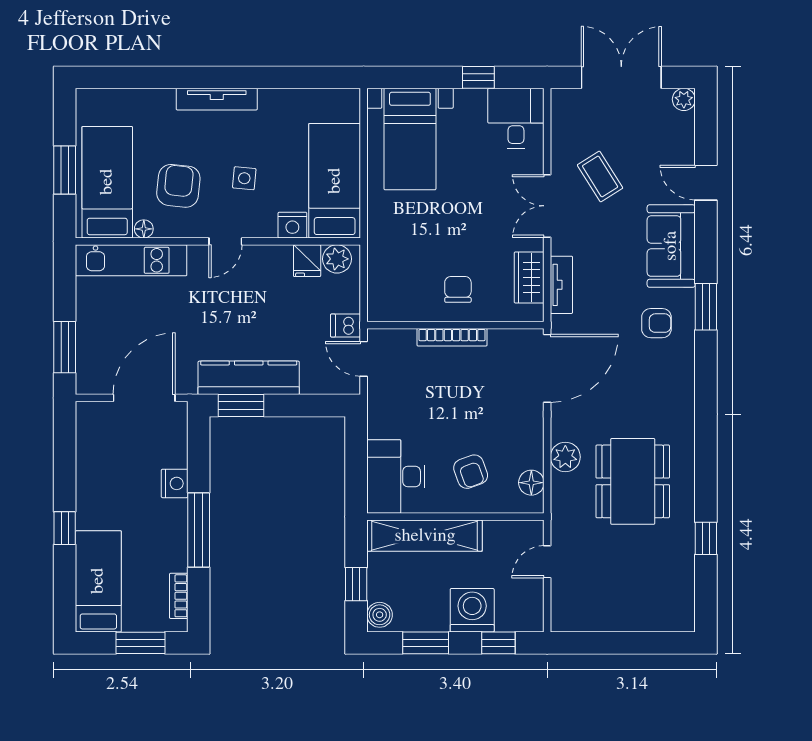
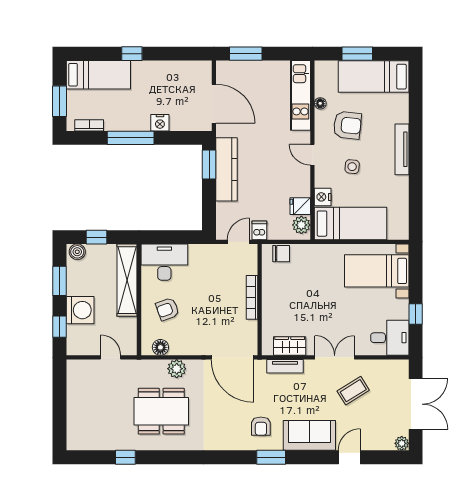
bed: (107, 182) -> (374, 77), moved, turned 180
chair: (458, 289) -> (281, 254), moved

